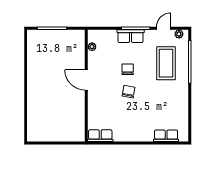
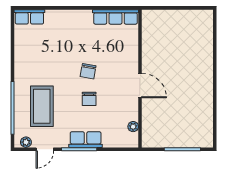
row of seats: (100, 136) -> (115, 17), width x1.48
row of seats: (166, 136) -> (29, 17), moved

